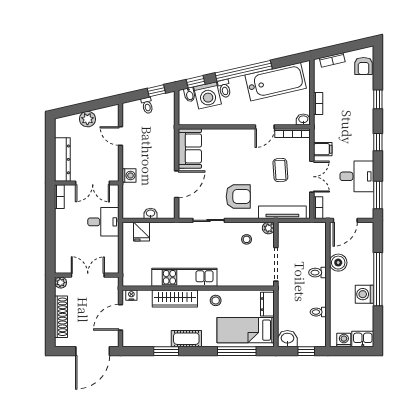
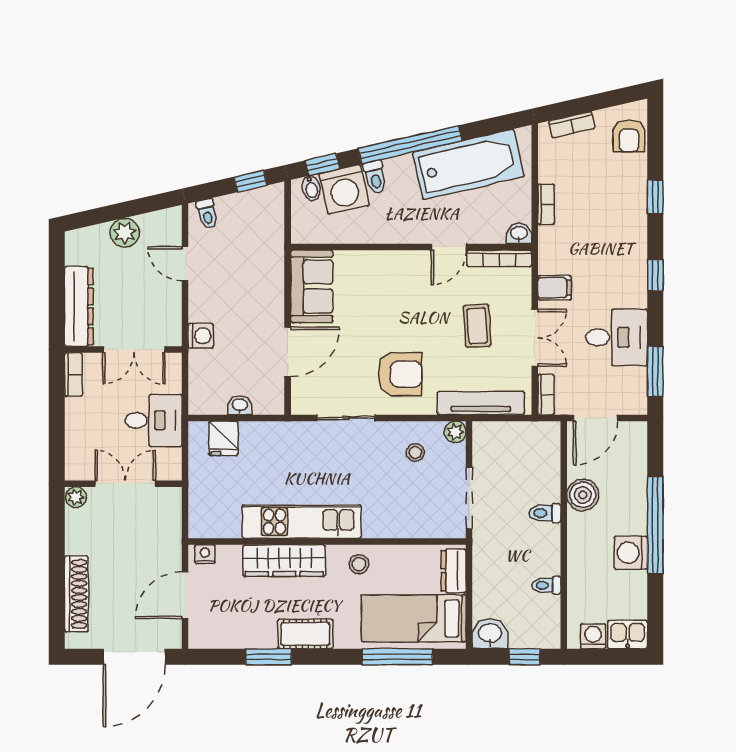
toilet: (147, 105) -> (207, 214), moved
wall: (87, 275) -> (123, 484), moved
double door: (88, 275) -> (125, 484), moved
plant: (61, 283) -> (76, 497), moved

